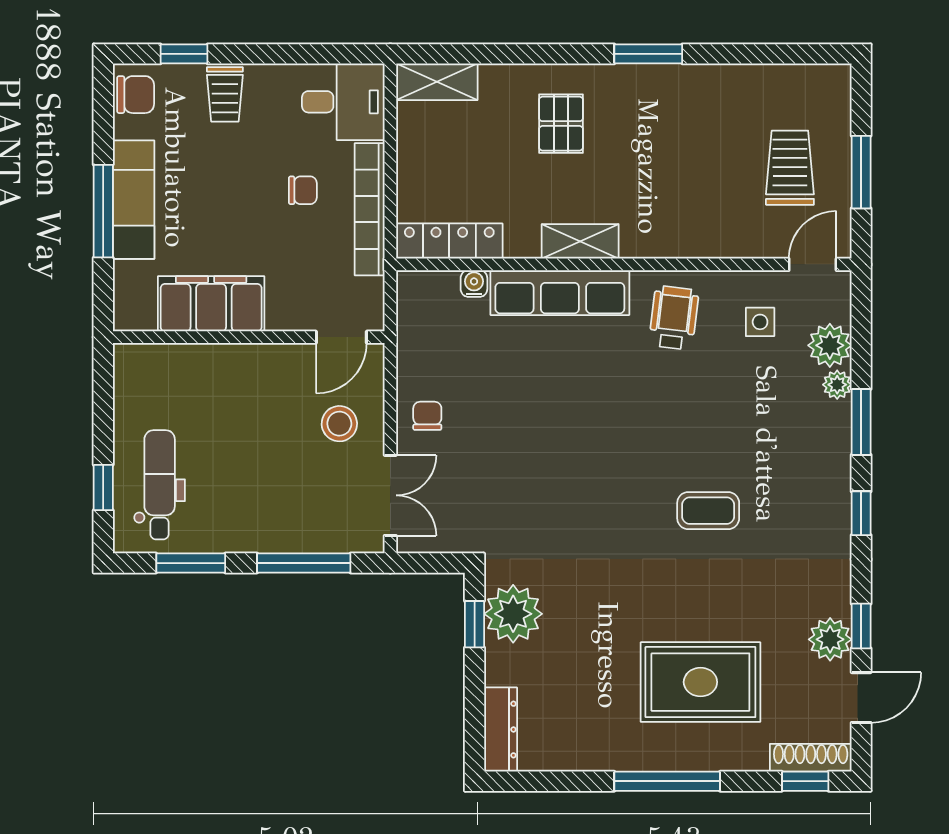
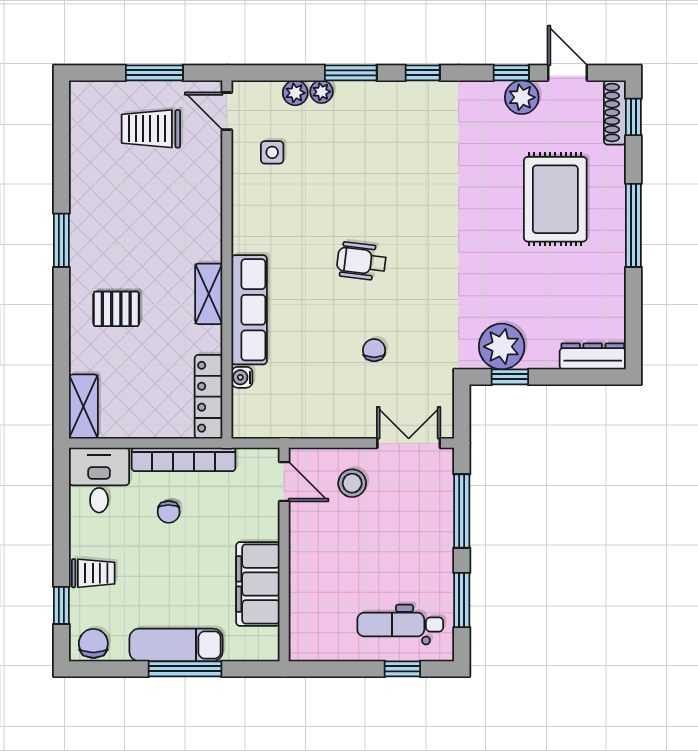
chair: (303, 190) -> (169, 512), turned 180
wheelchair: (674, 318) -> (361, 261), moved
plant: (830, 345) -> (295, 93), width x0.73, depth x0.73
chair: (427, 416) -> (374, 350), moved, turned 90
coffee table: (708, 511) -> (421, 193), removed

